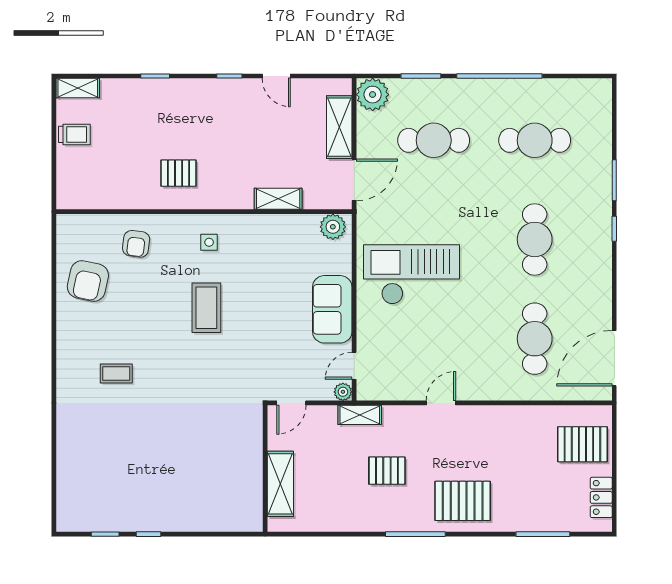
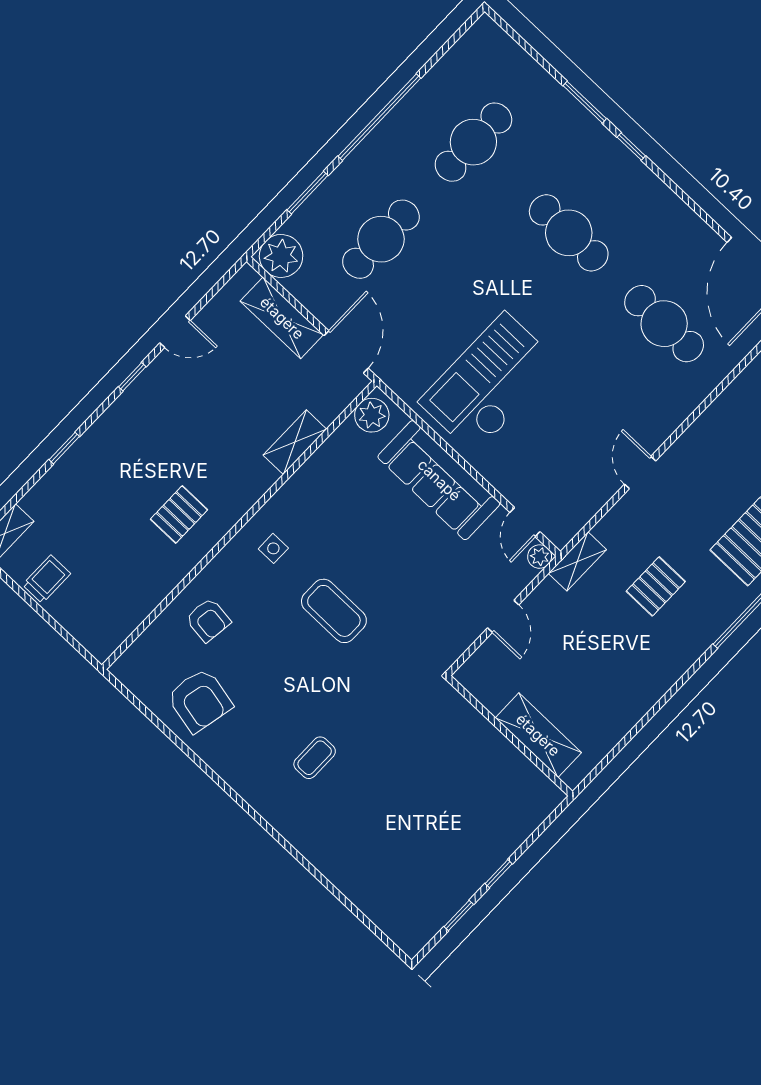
sofa: (332, 309) -> (439, 480), width x1.36
wall: (265, 469) -> (510, 736), moved
shelving: (280, 484) -> (538, 735), moved

